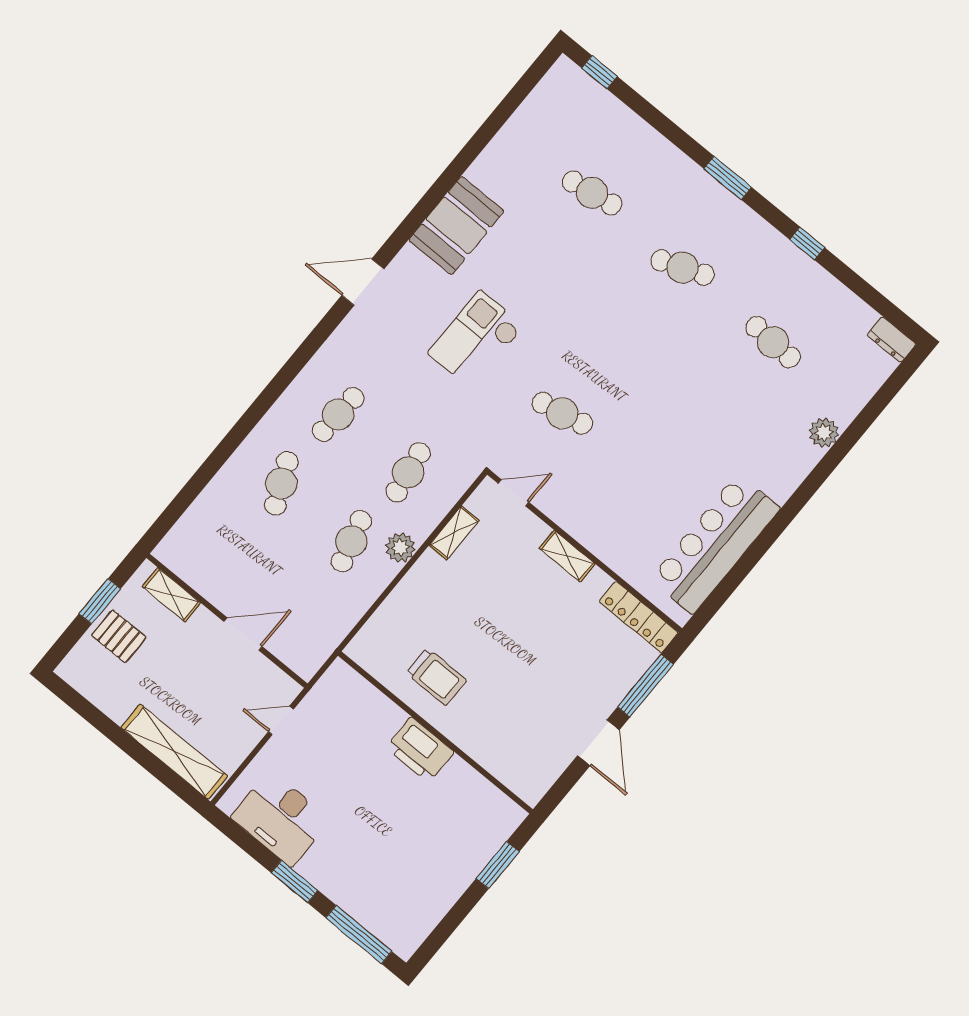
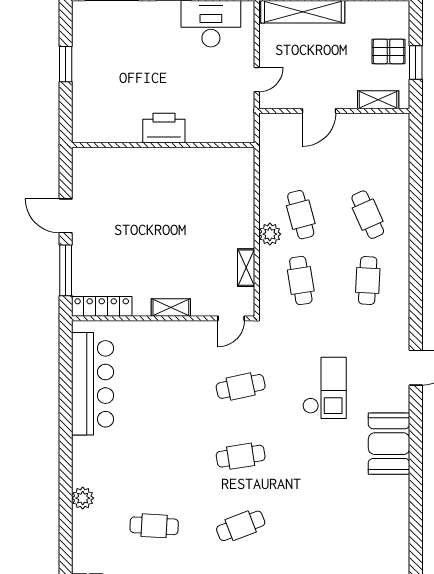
cafe table: (592, 193) -> (241, 456), moved
trolley: (436, 677) -> (189, 177), removed
window: (498, 865) -> (66, 64), moved

